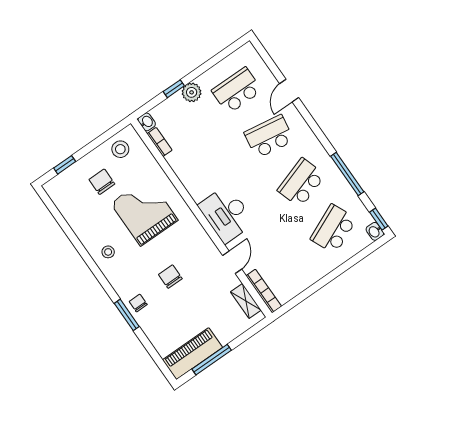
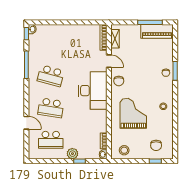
door: (289, 91) -> (26, 123), hinge flipped
chair: (102, 182) -> (156, 145), moved
school desk: (301, 183) -> (51, 76), turned 33
grand piano: (144, 212) -> (133, 113), turned 180
desk: (226, 214) -> (93, 91), width x1.36, depth x1.30
school desk: (333, 229) -> (51, 44), removed
door: (232, 262) -> (109, 61), swing flipped
chair: (170, 277) -> (119, 81), moved

